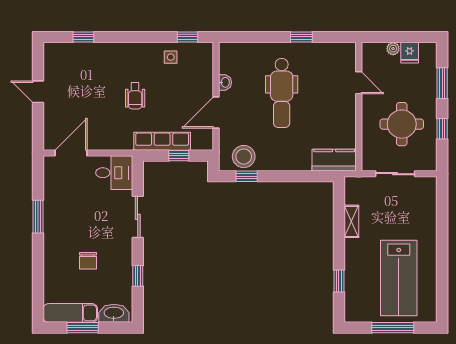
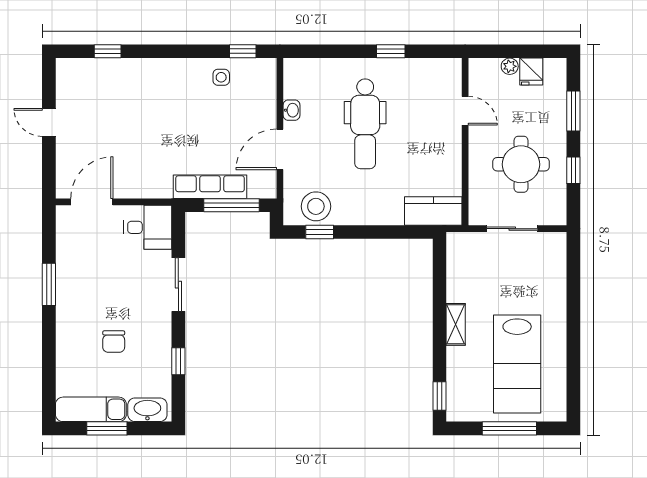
wheelchair: (135, 96) -> (175, 128), removed
window: (179, 156) -> (232, 205), width x2.17
shelving: (351, 221) -> (456, 324), moved
window: (339, 281) -> (439, 396), moved

